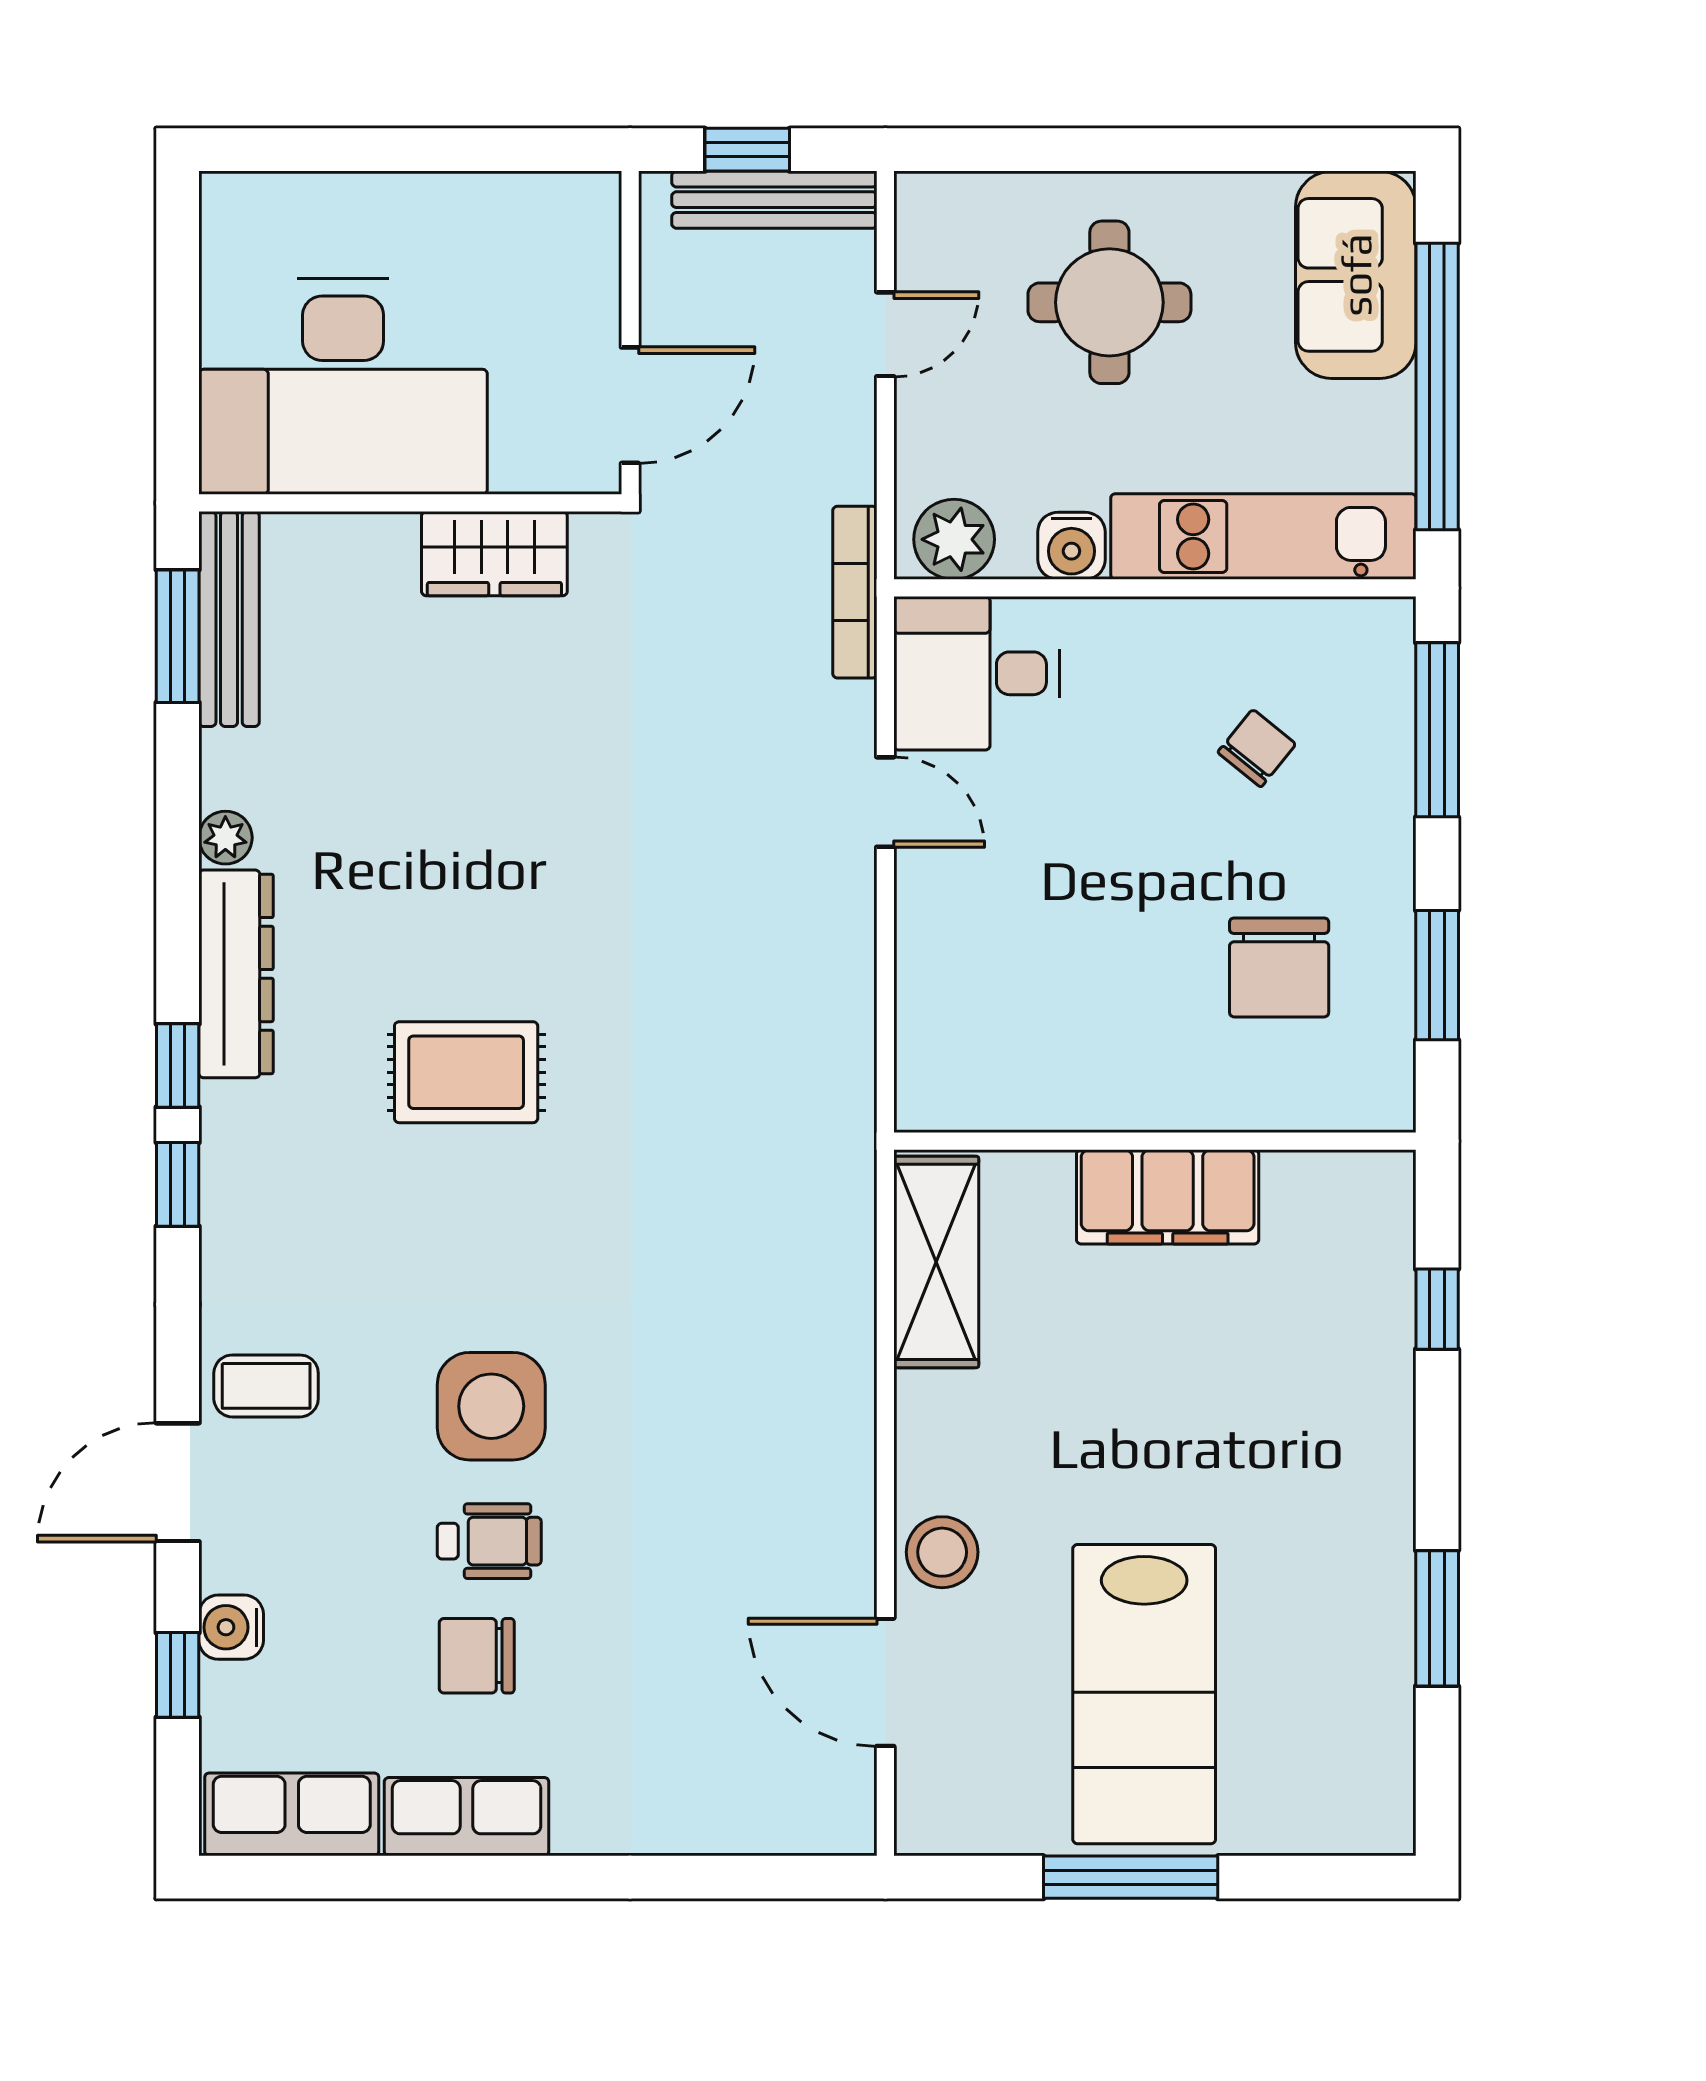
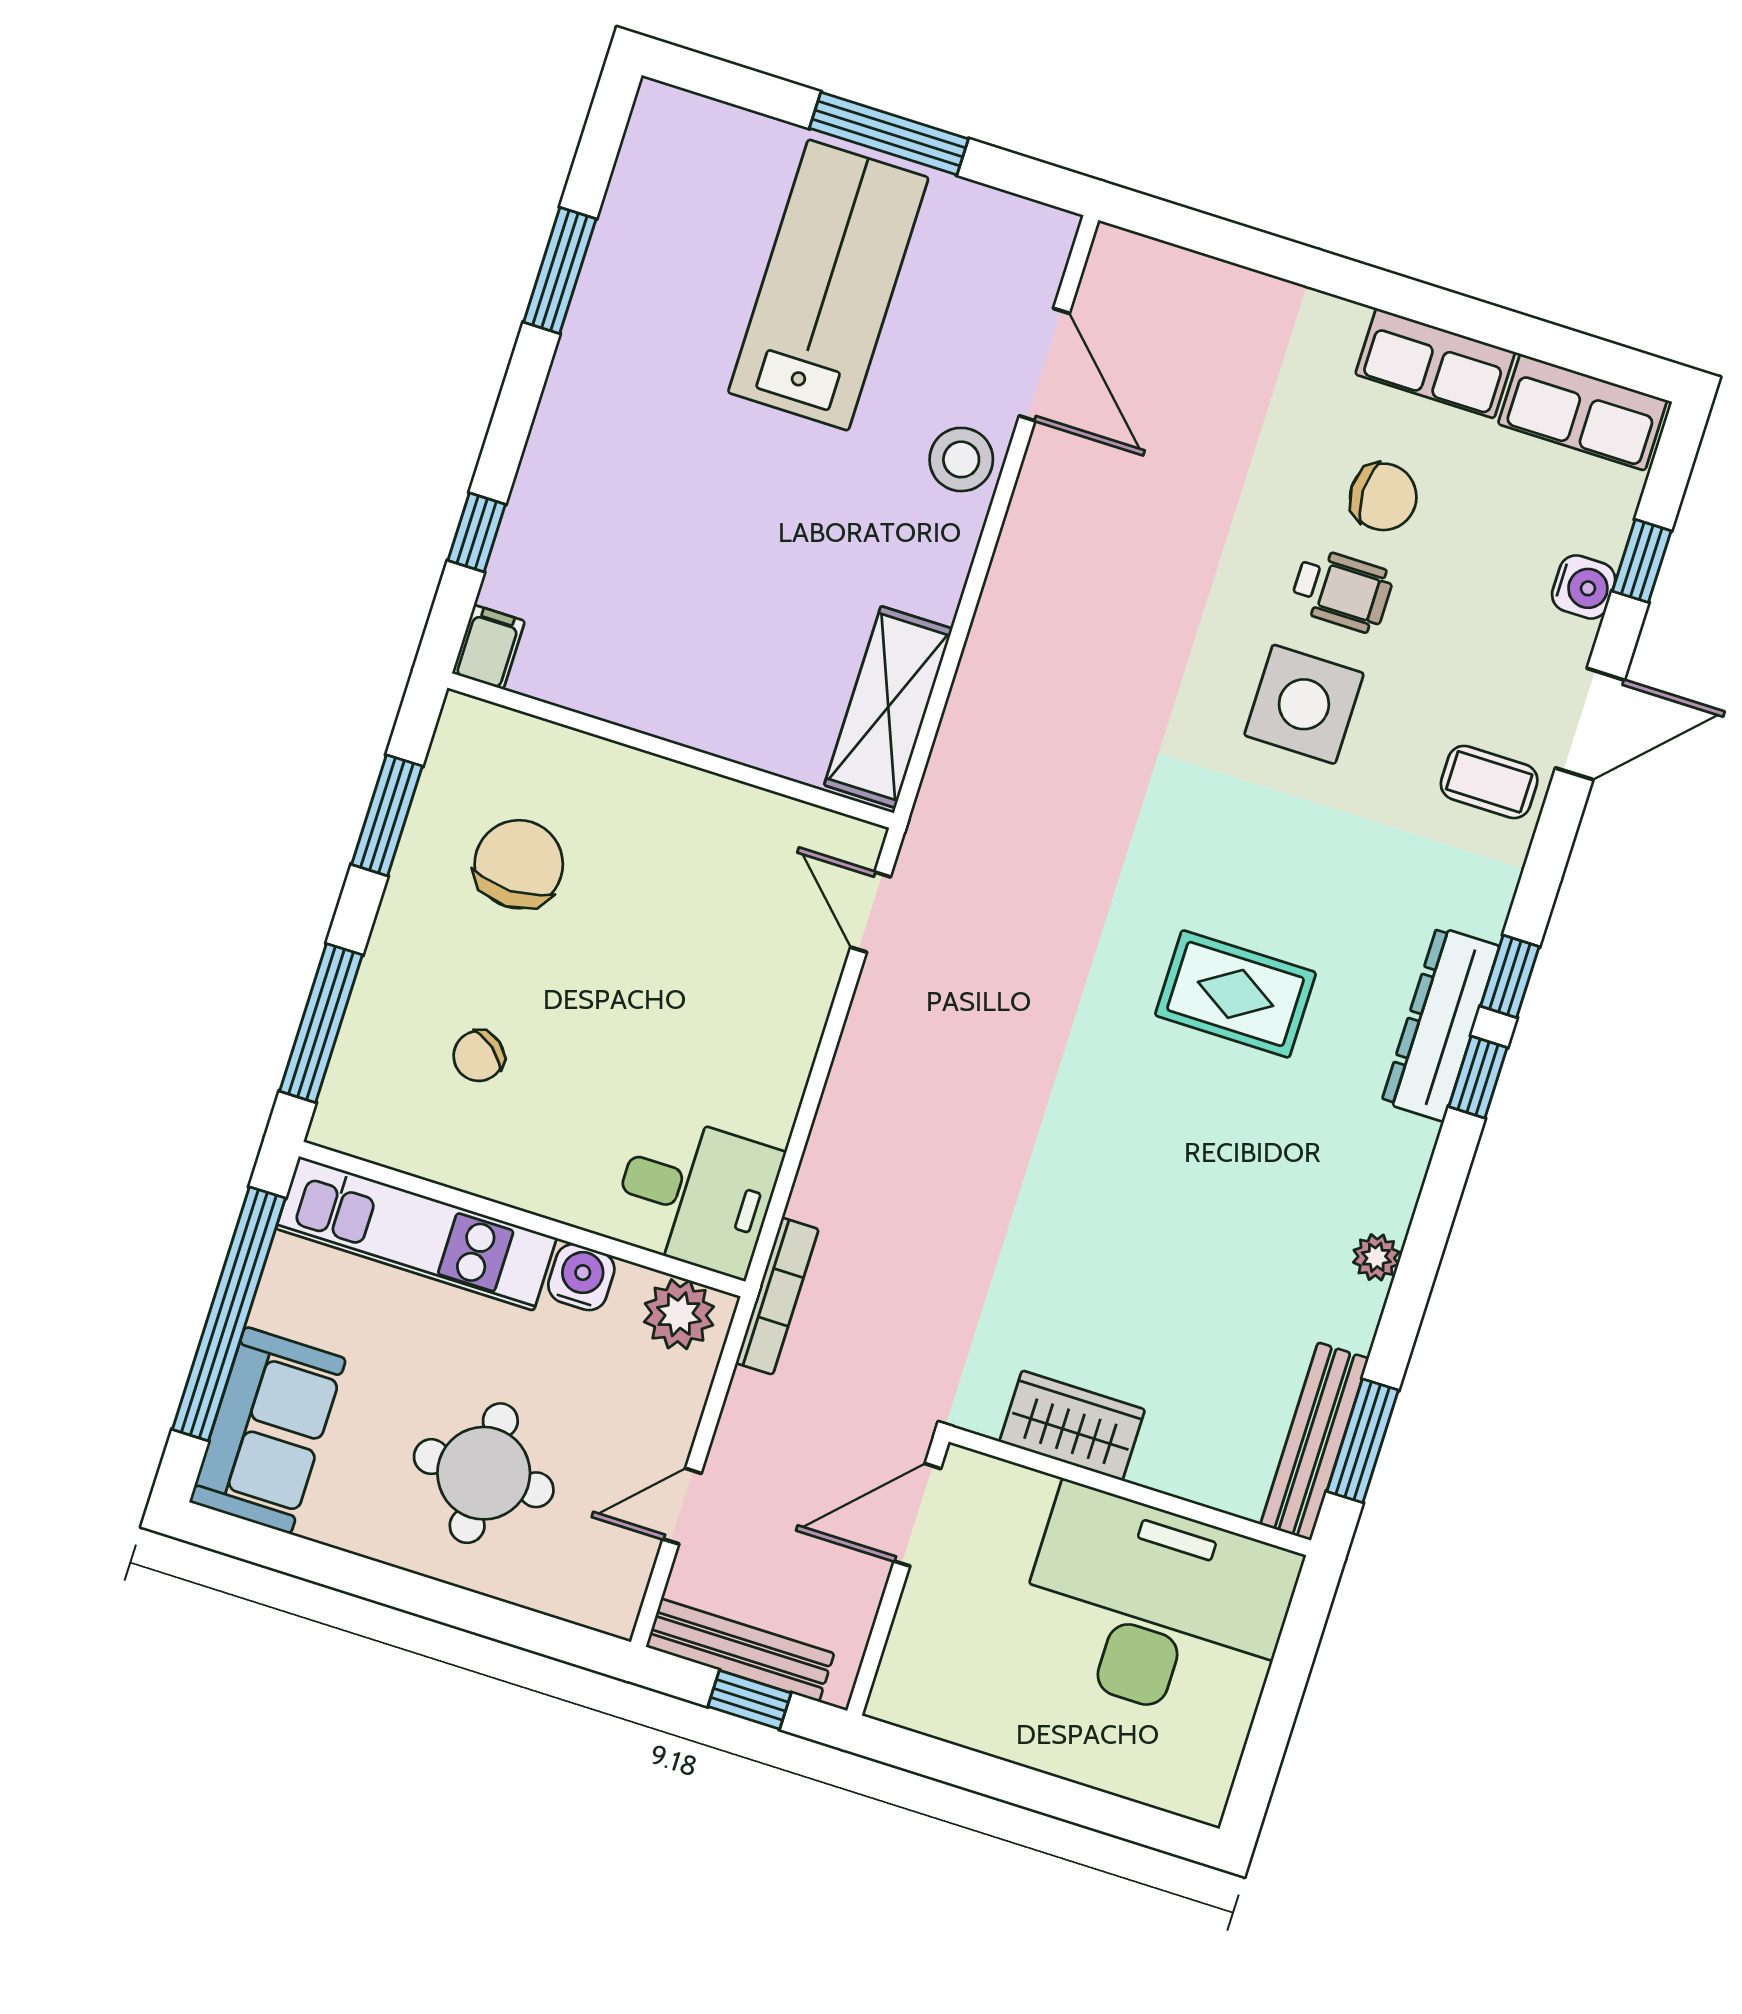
door: (885, 802) -> (871, 912), moved
dresser: (236, 974) -> (1440, 1024), moved
filing cabinet: (1168, 1197) -> (488, 647), moved, width x0.33, depth x0.86
wheelchair: (489, 1541) -> (1342, 591), turned 180

